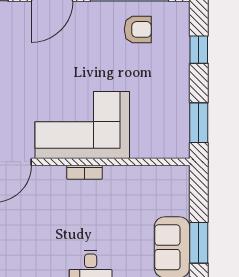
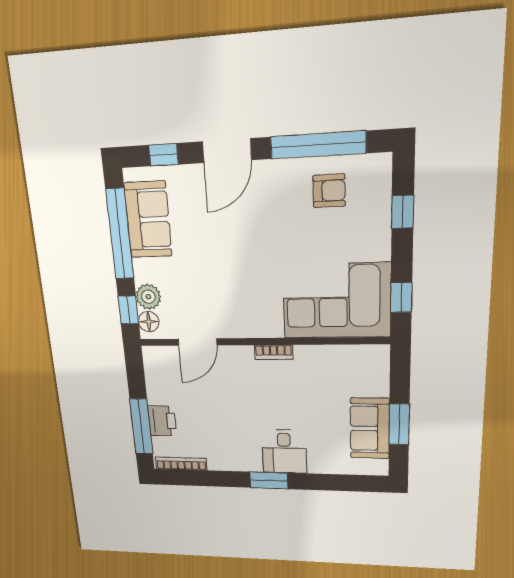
window: (199, 123) -> (401, 297), width x0.67
corner sofa: (82, 125) -> (336, 301), moved

